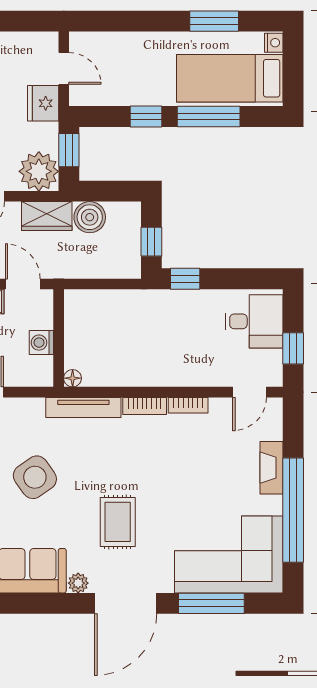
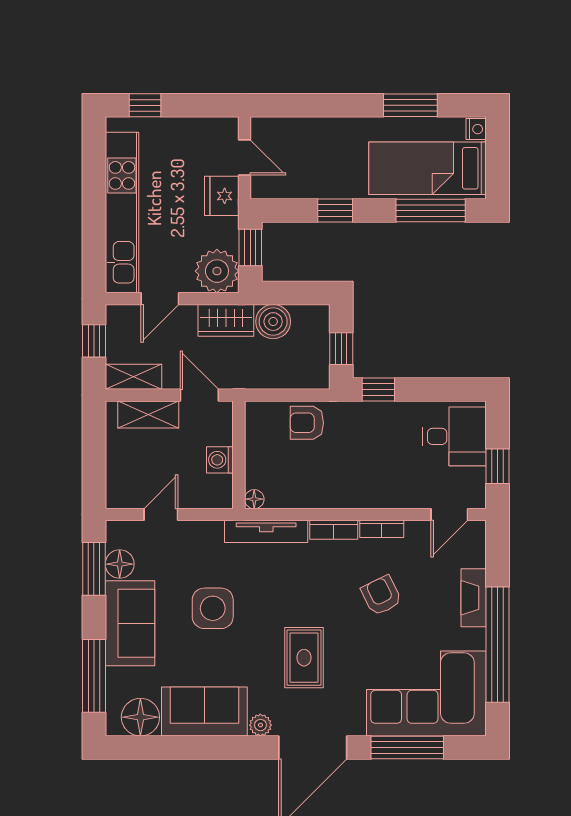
window: (209, 116) -> (431, 210), moved
armchair: (120, 309) -> (307, 423), added
armchair: (188, 466) -> (381, 595), added
side table: (35, 477) -> (213, 608), turned 35

